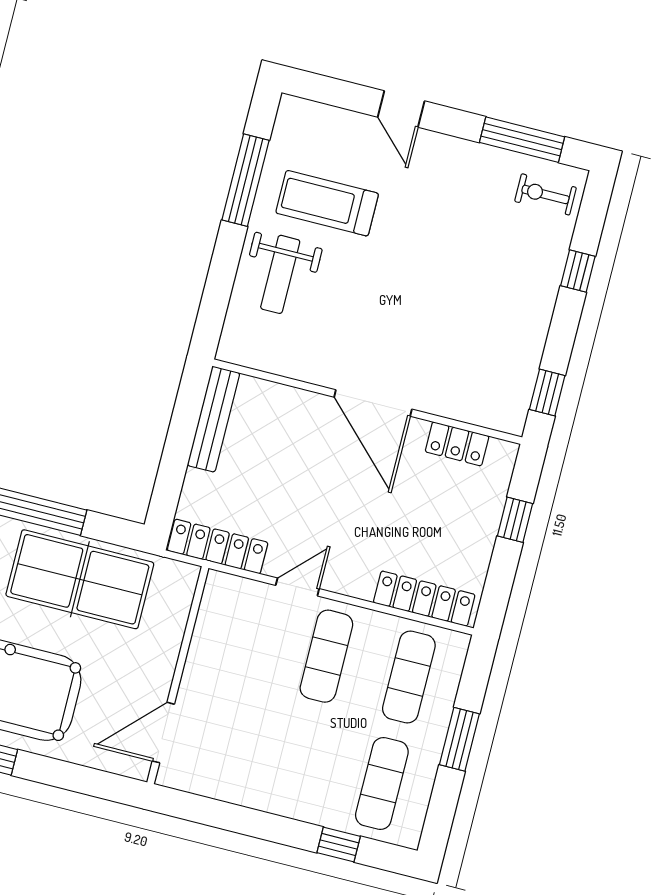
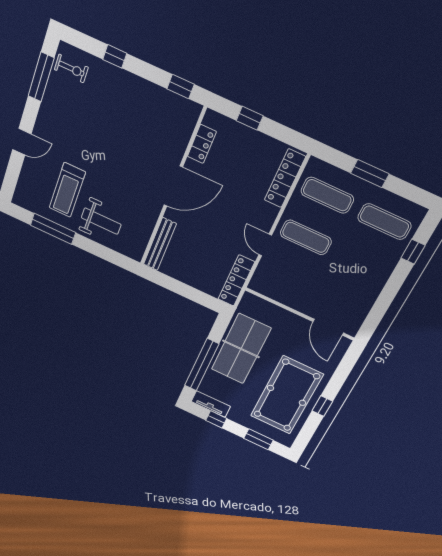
exercise bike: (545, 194) -> (71, 68), turned -90
bench: (213, 419) -> (160, 244), moved, turned 90

